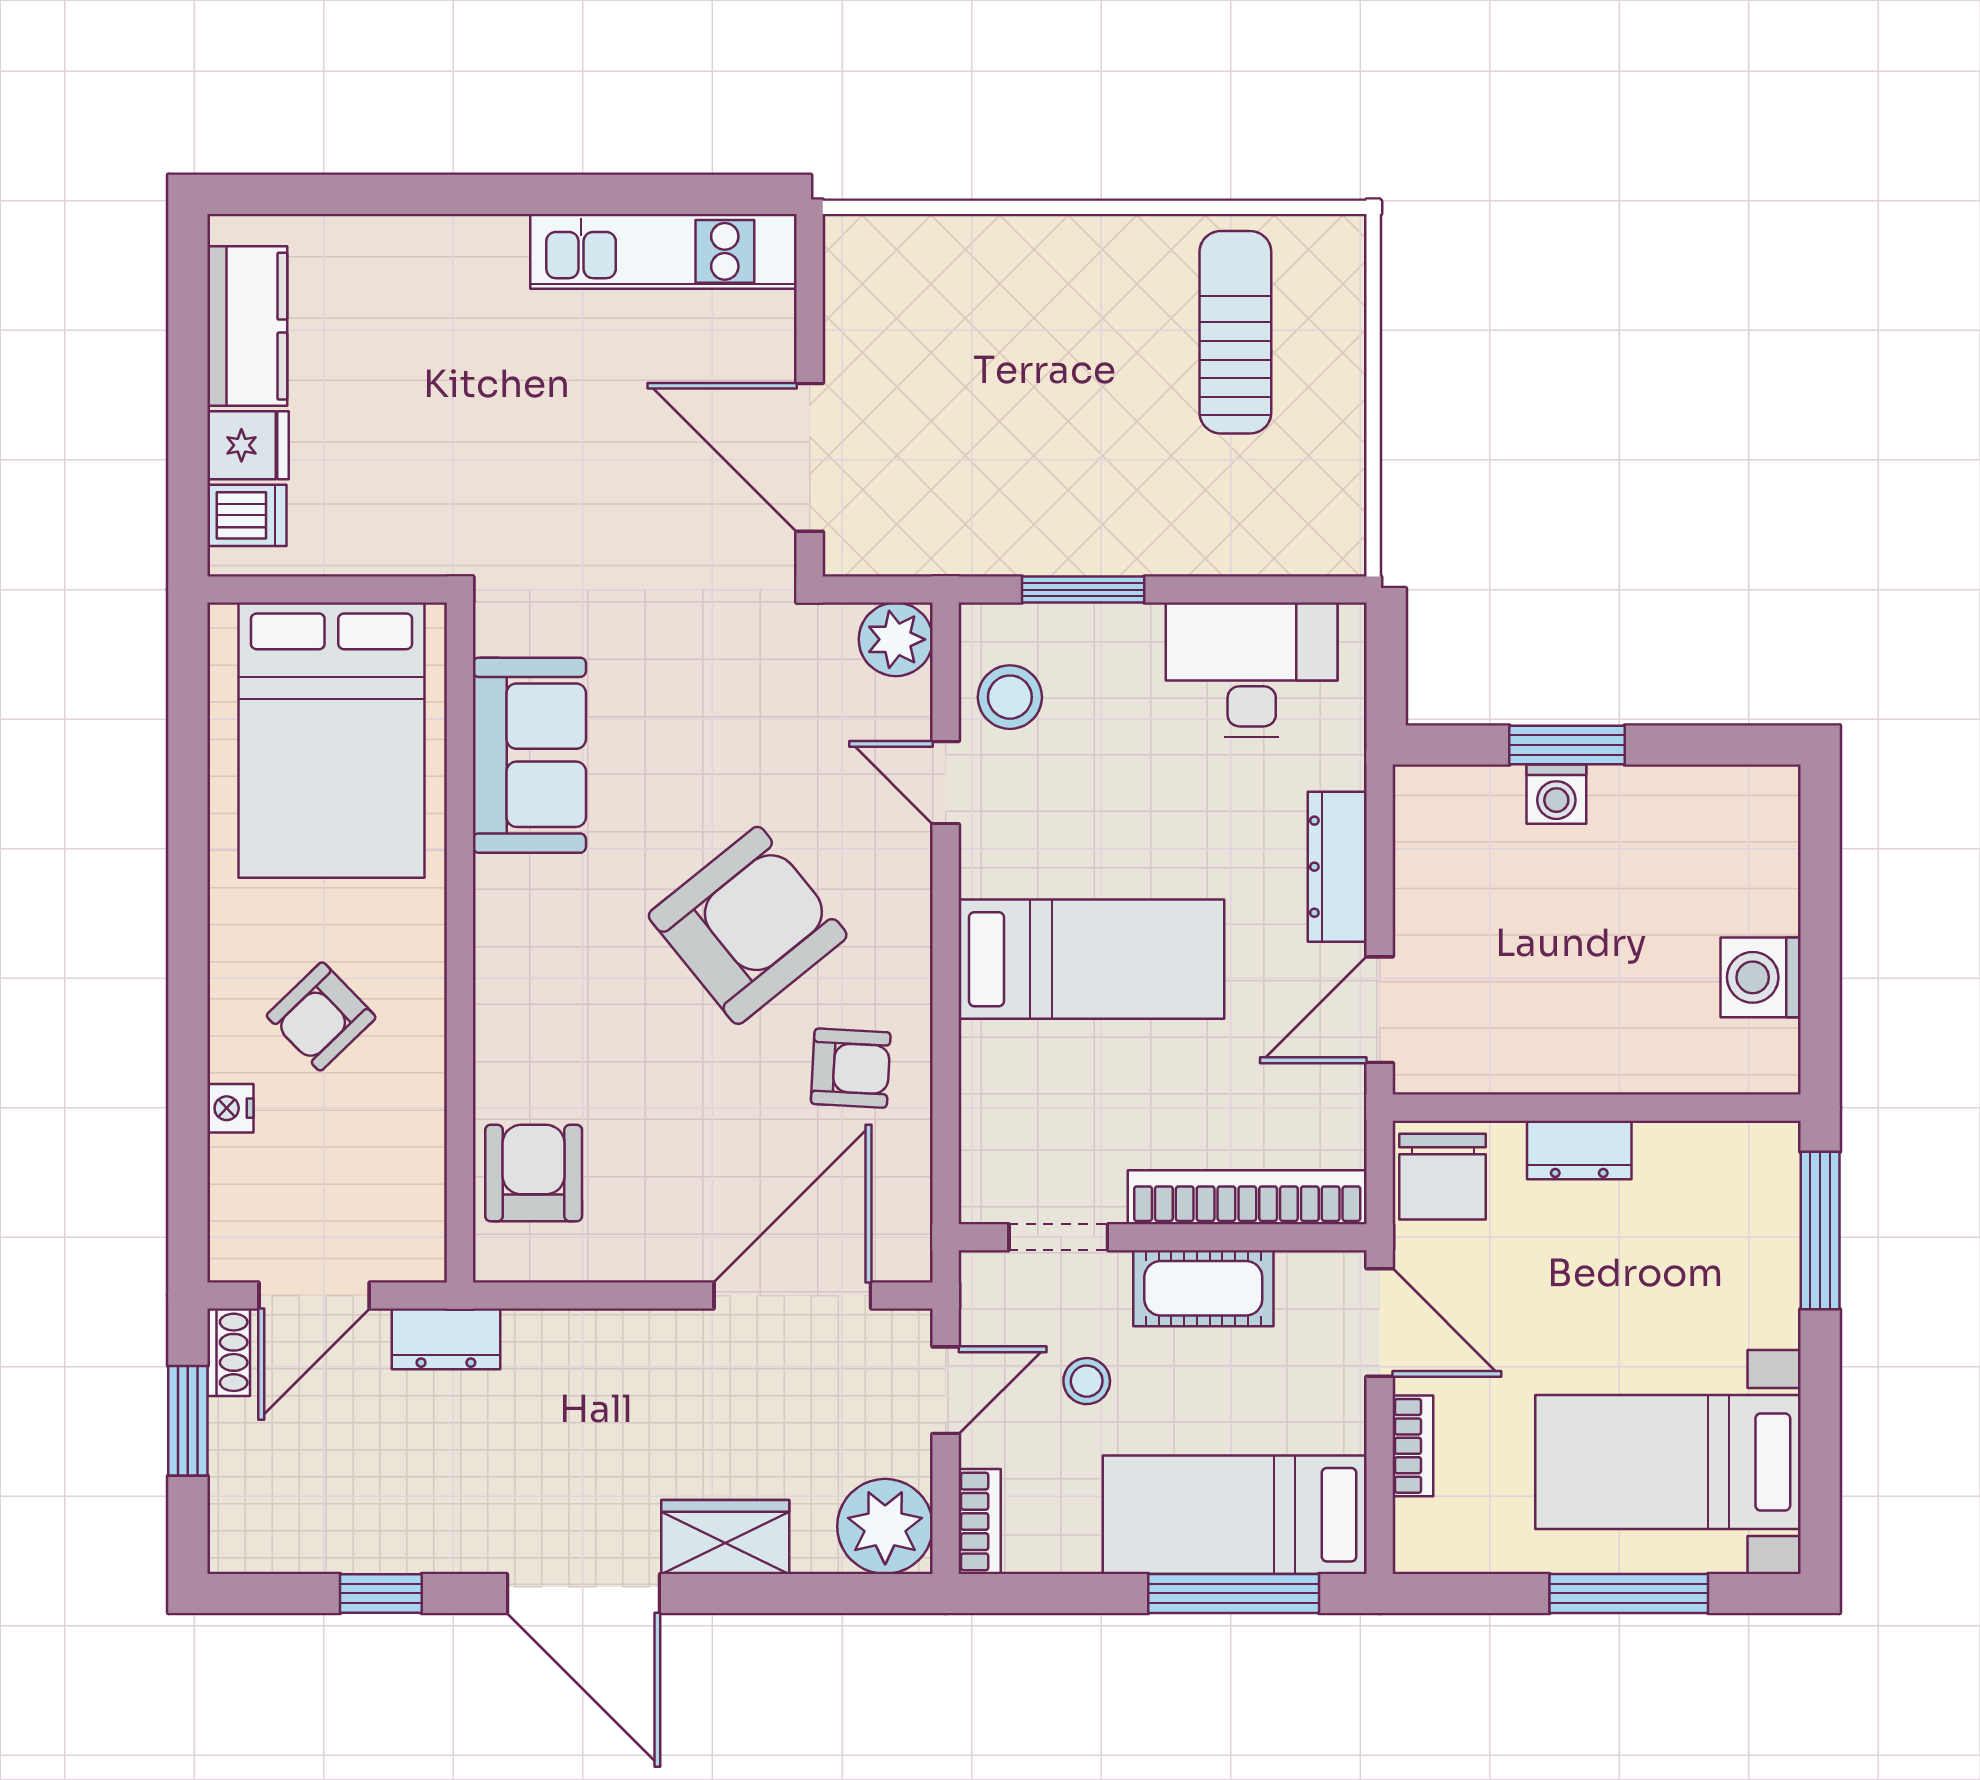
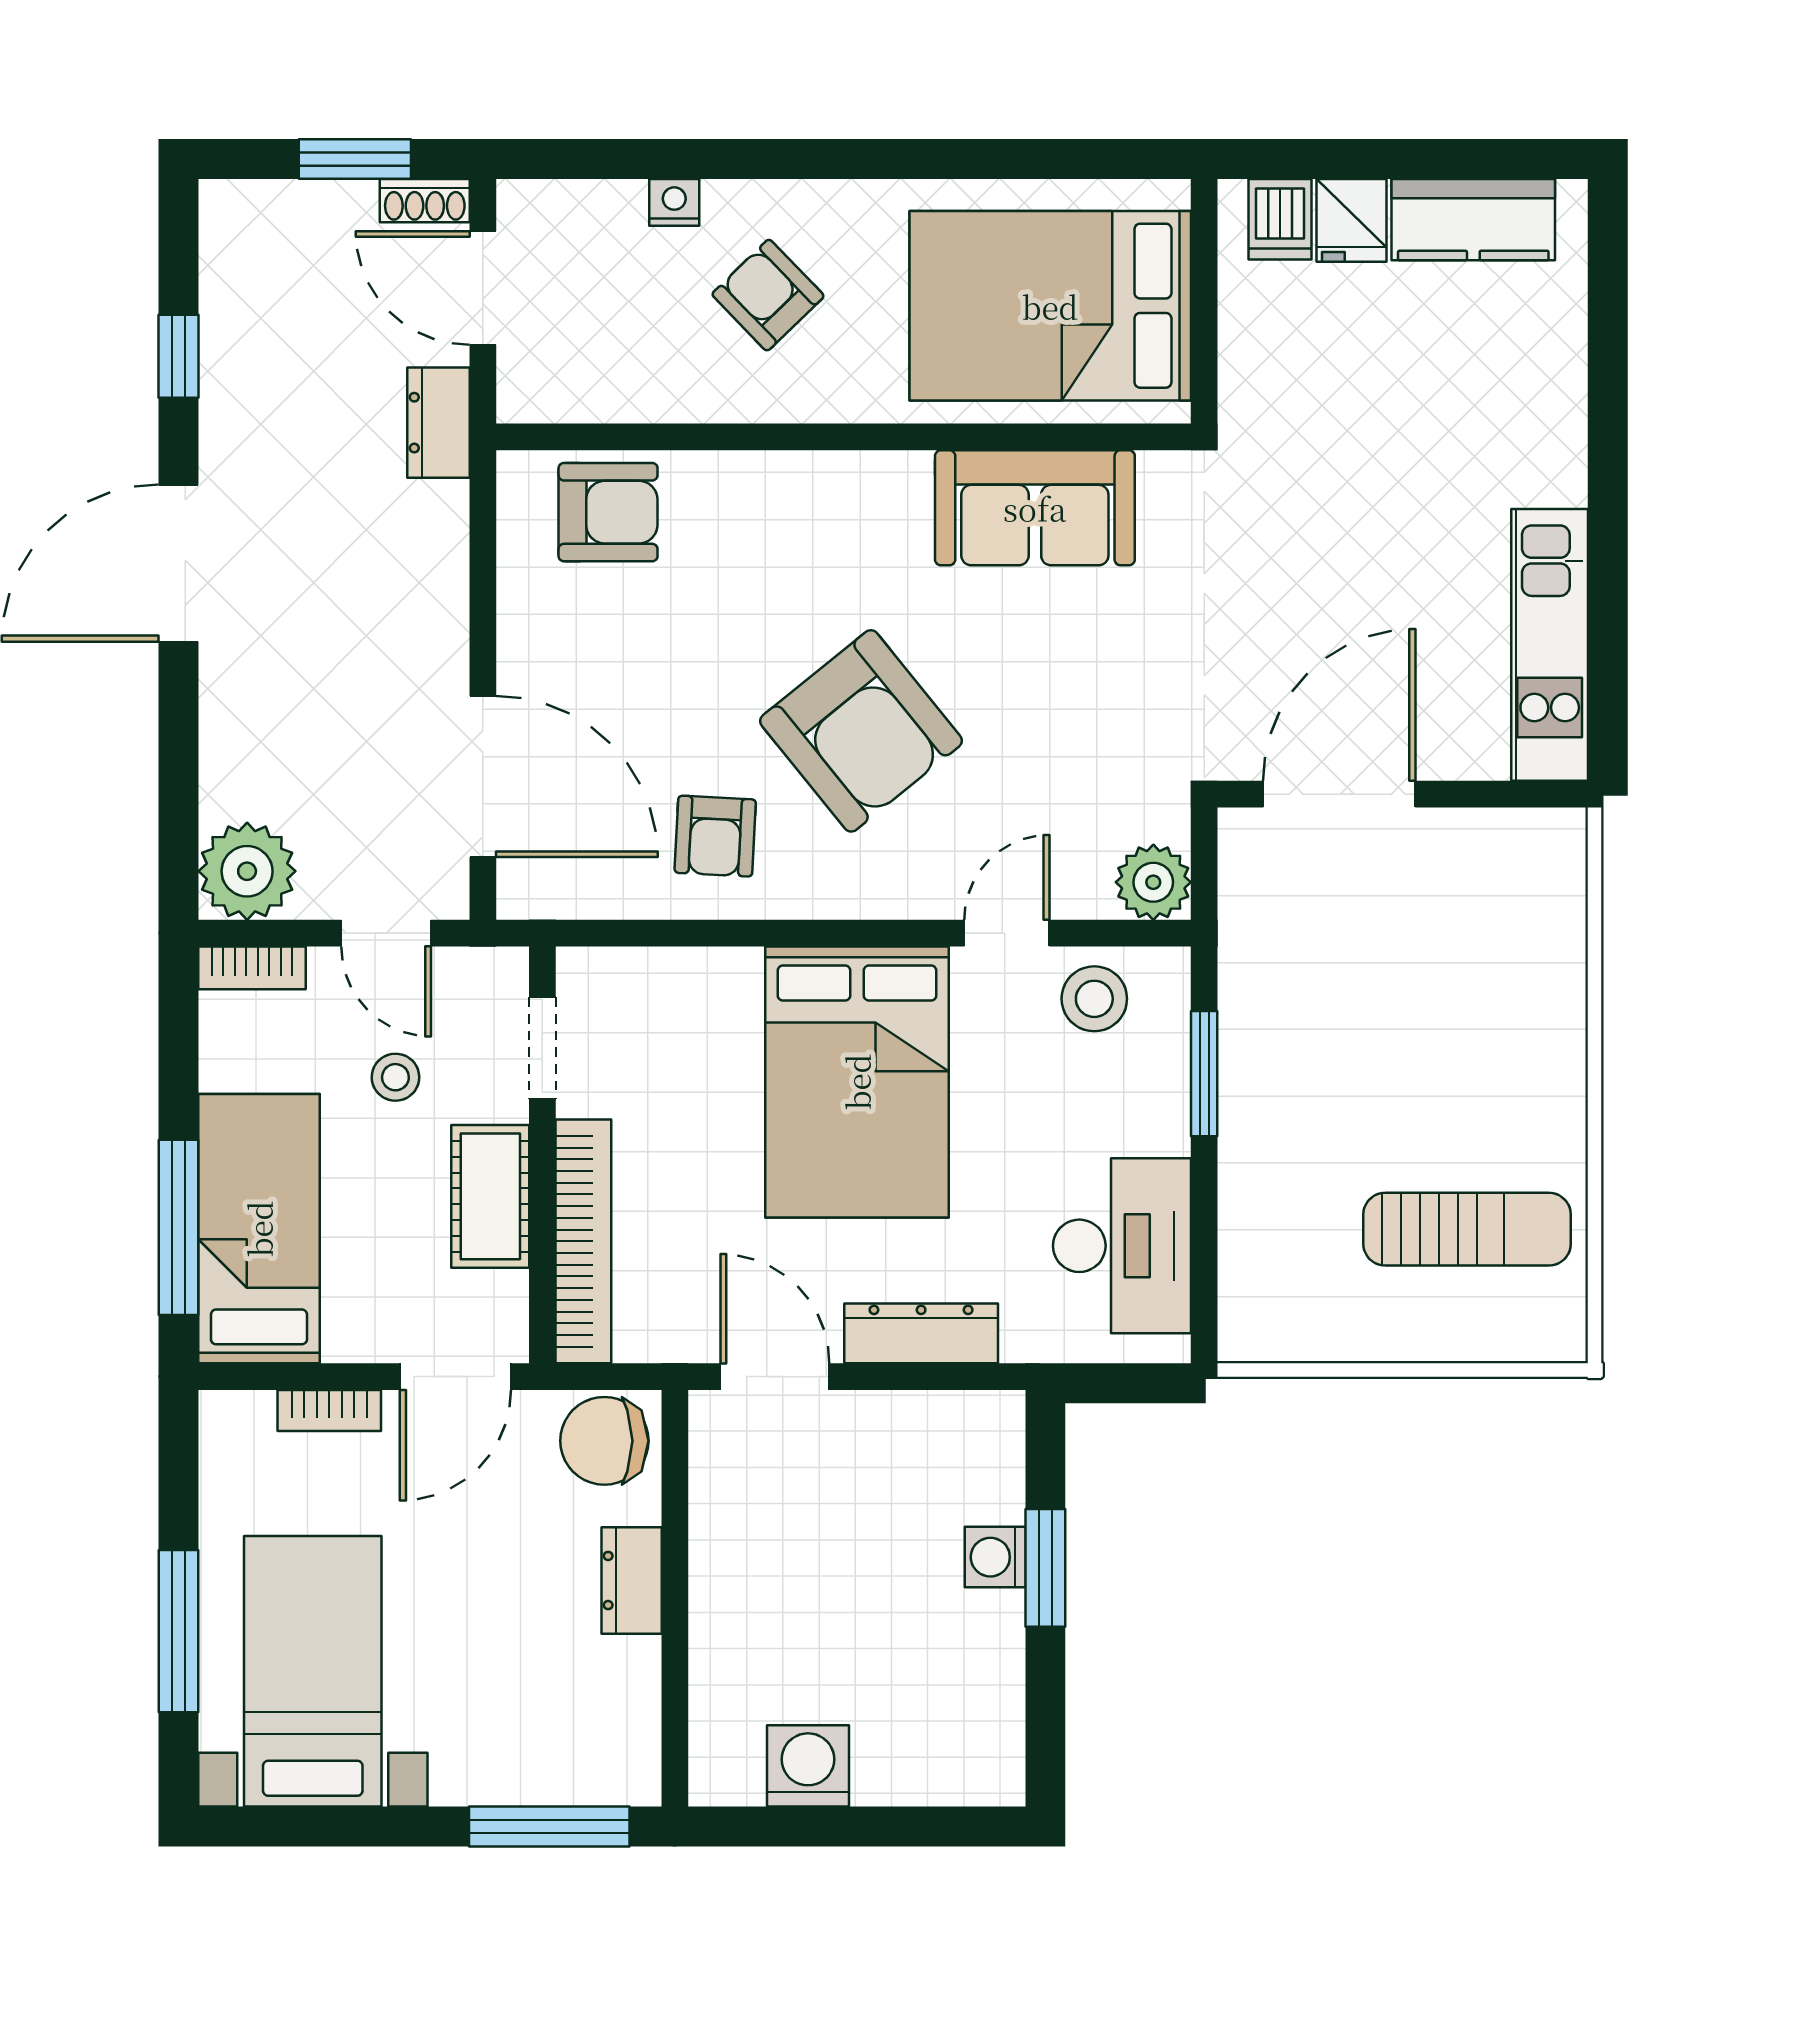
bed: (1091, 959) -> (857, 1082), width x1.50
wardrobe: (725, 1537) -> (236, 708), removed

